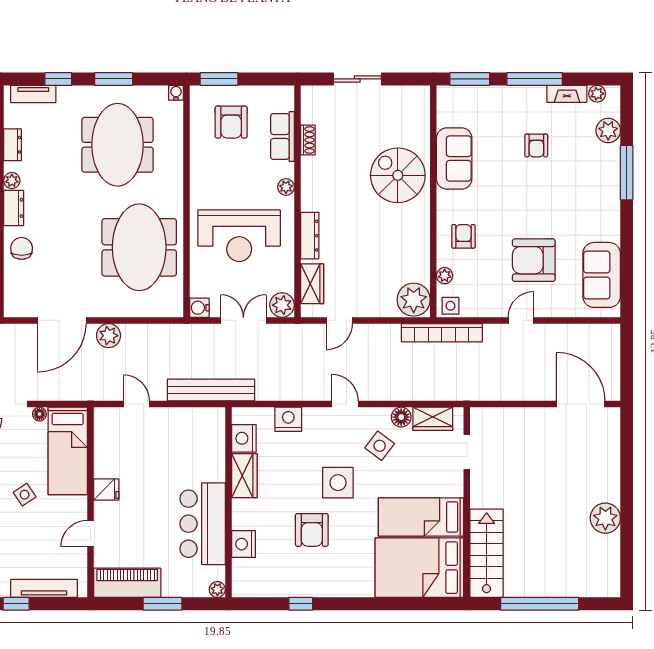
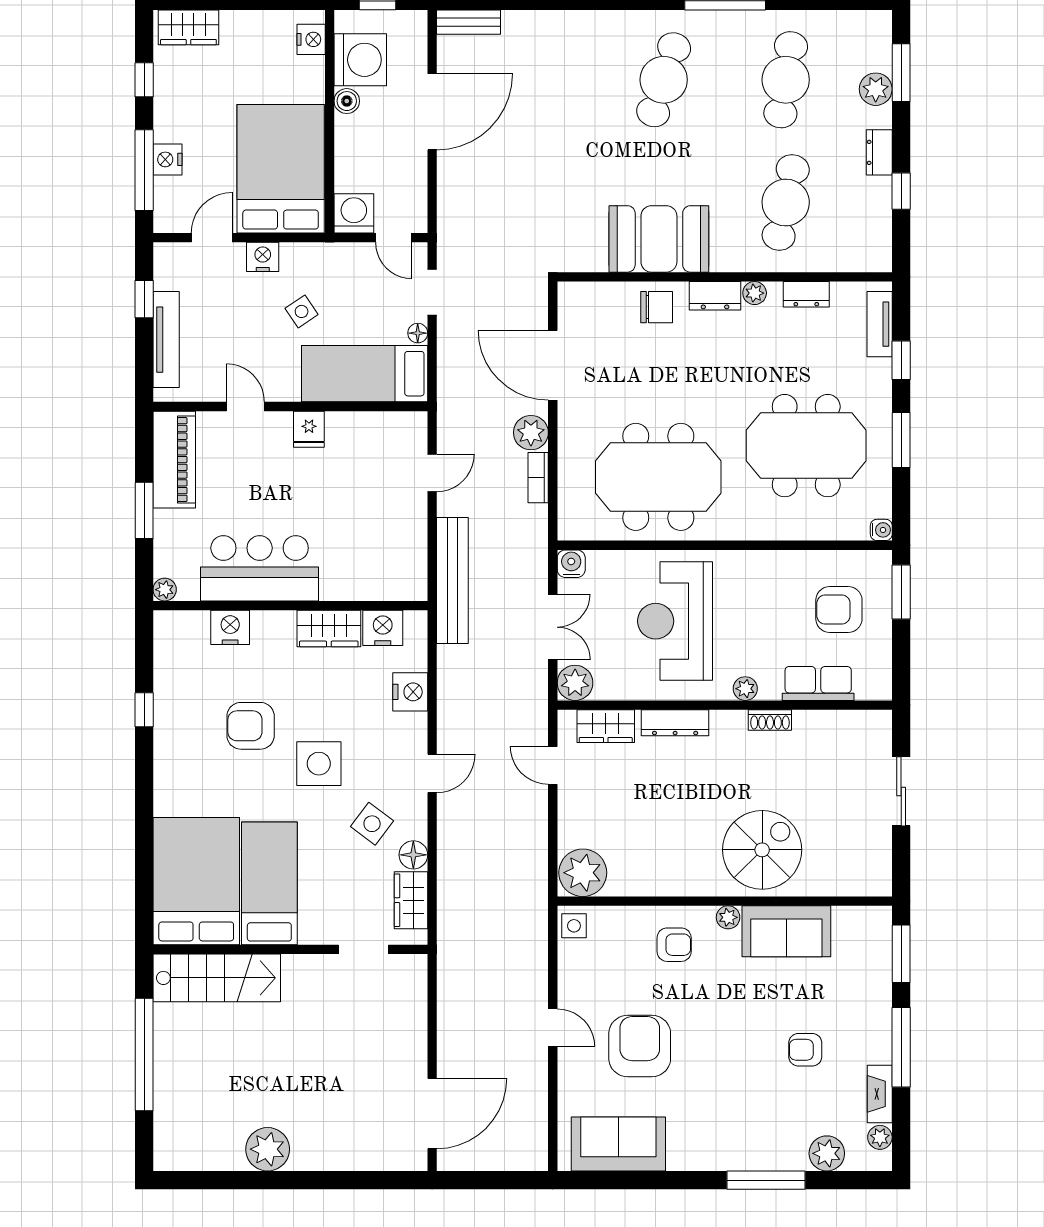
shoe rack: (308, 140) -> (770, 720), moved
plant: (445, 276) -> (728, 917), moved
bookcase: (442, 333) -> (538, 478), moved, width x0.43, depth x0.76

